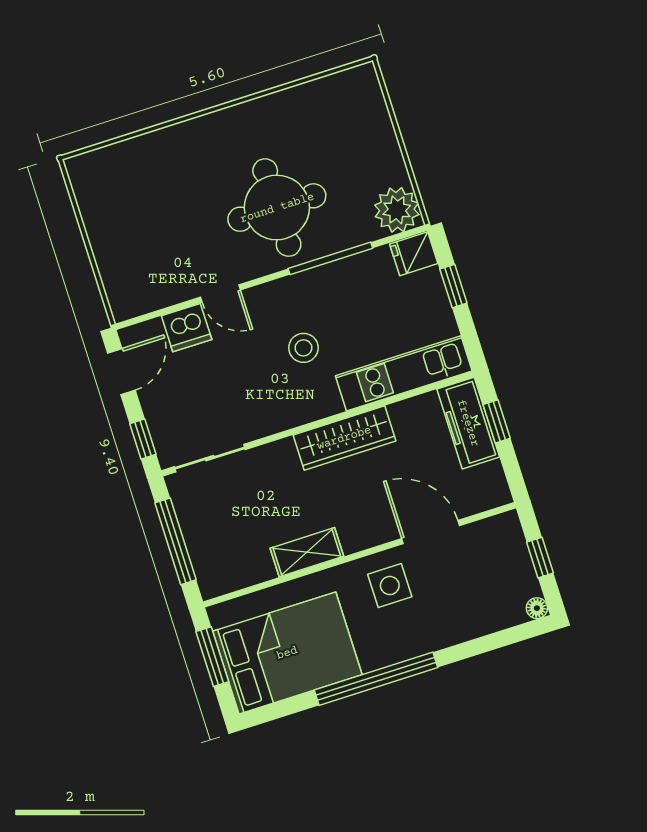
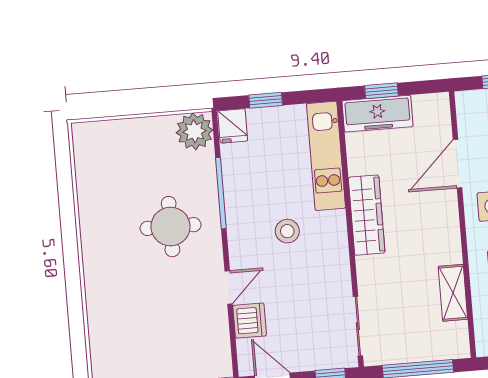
round table: (277, 208) -> (171, 227), width x0.73, depth x0.73
shelving: (307, 552) -> (453, 293), moved

